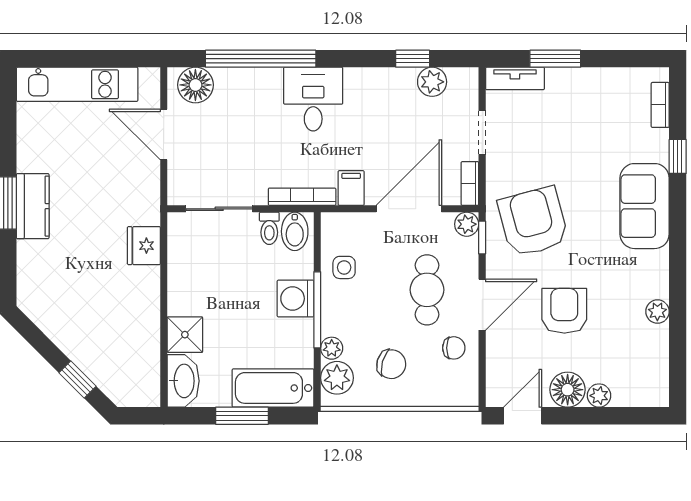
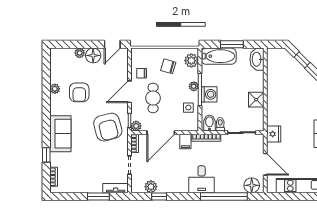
fridge: (144, 246) -> (274, 134), moved
armchair: (564, 311) -> (79, 92), moved
shower: (185, 335) -> (256, 100), moved
plant: (332, 348) -> (194, 86), moved

